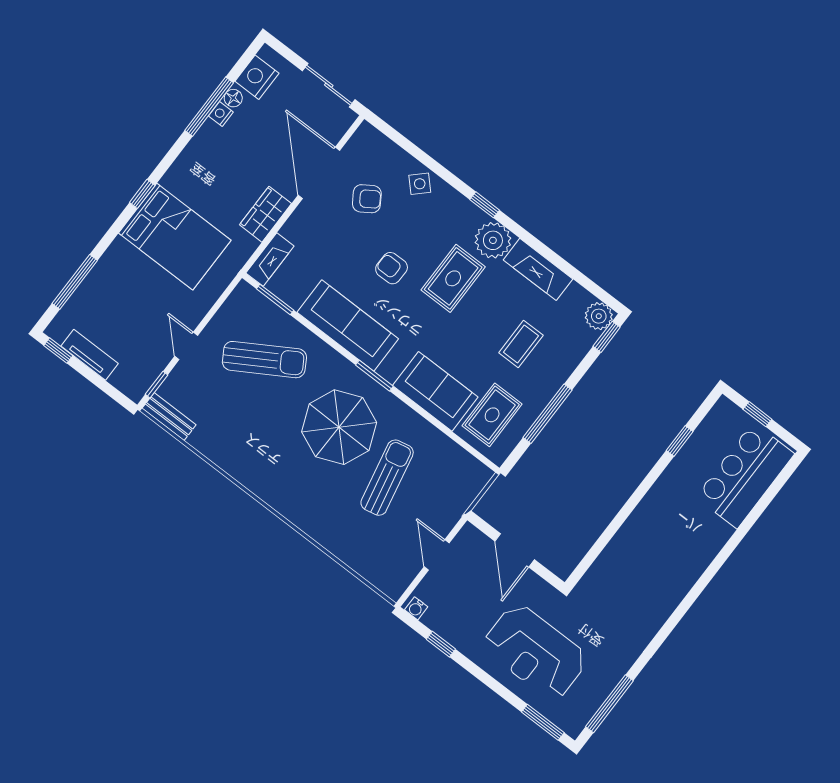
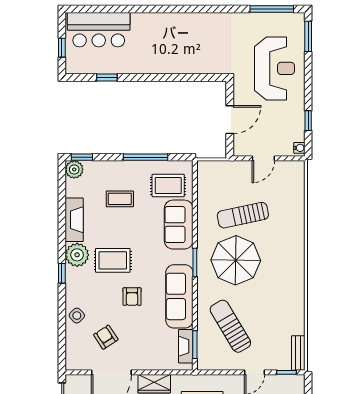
fireplace: (270, 260) -> (186, 346), moved, turned -90

